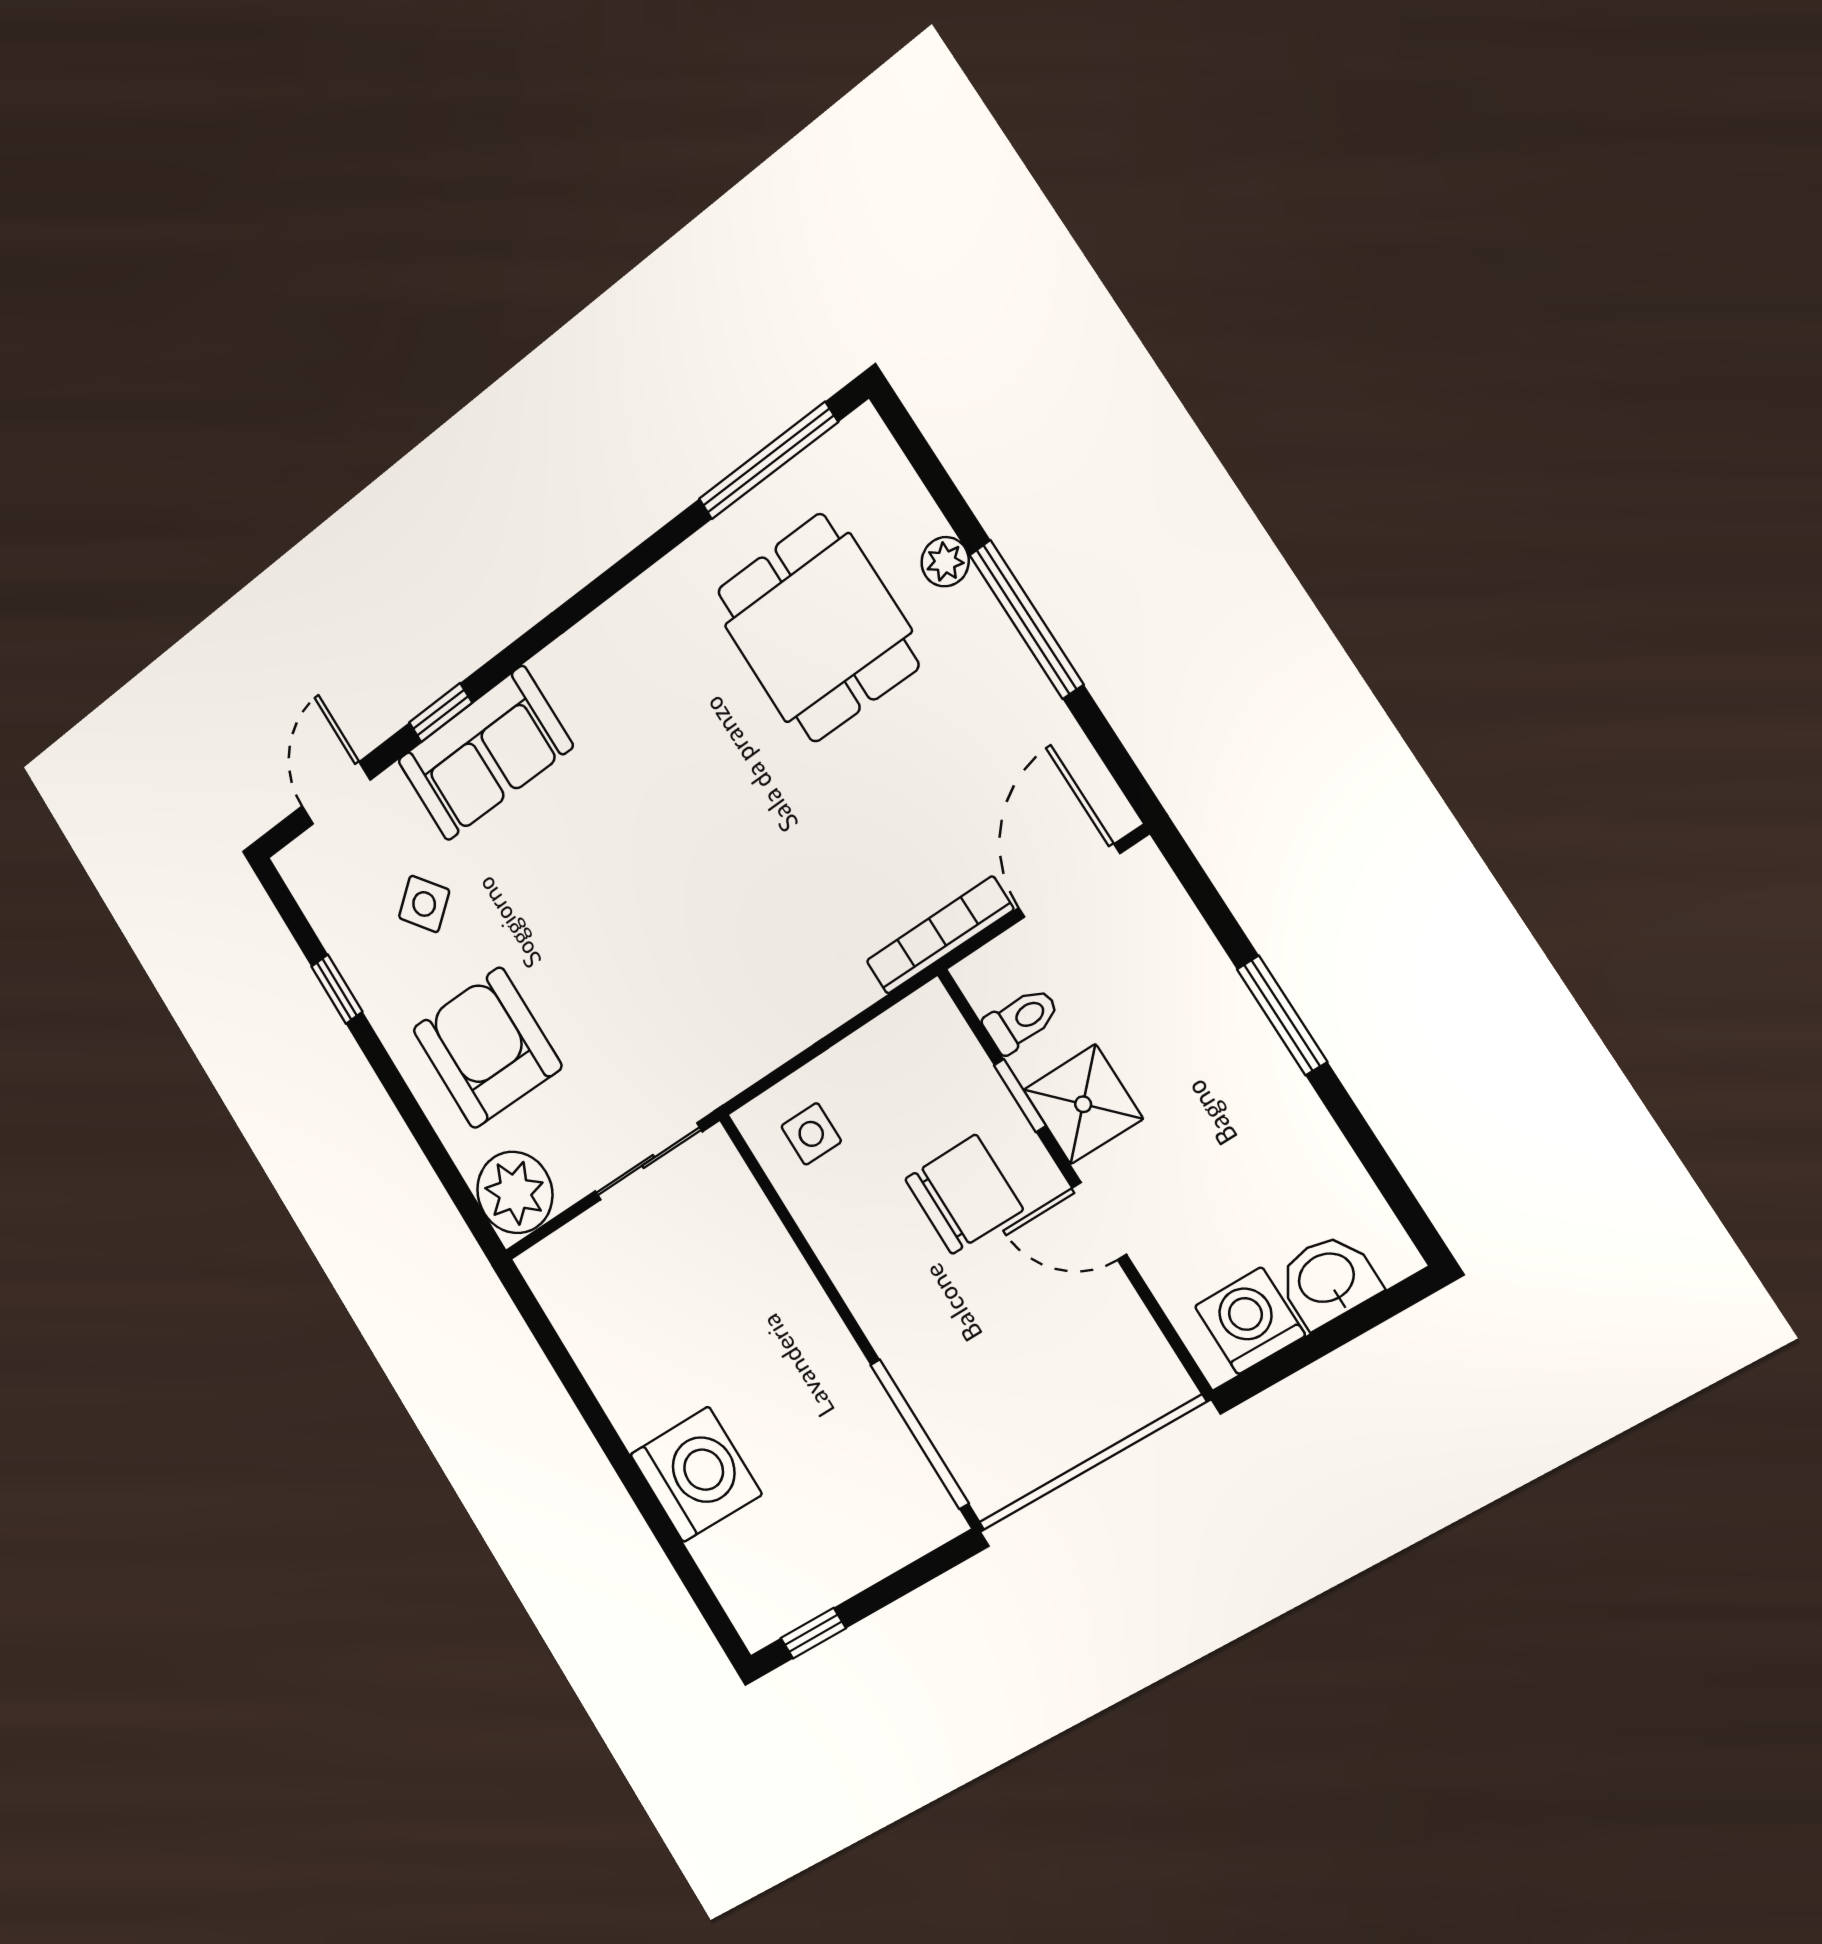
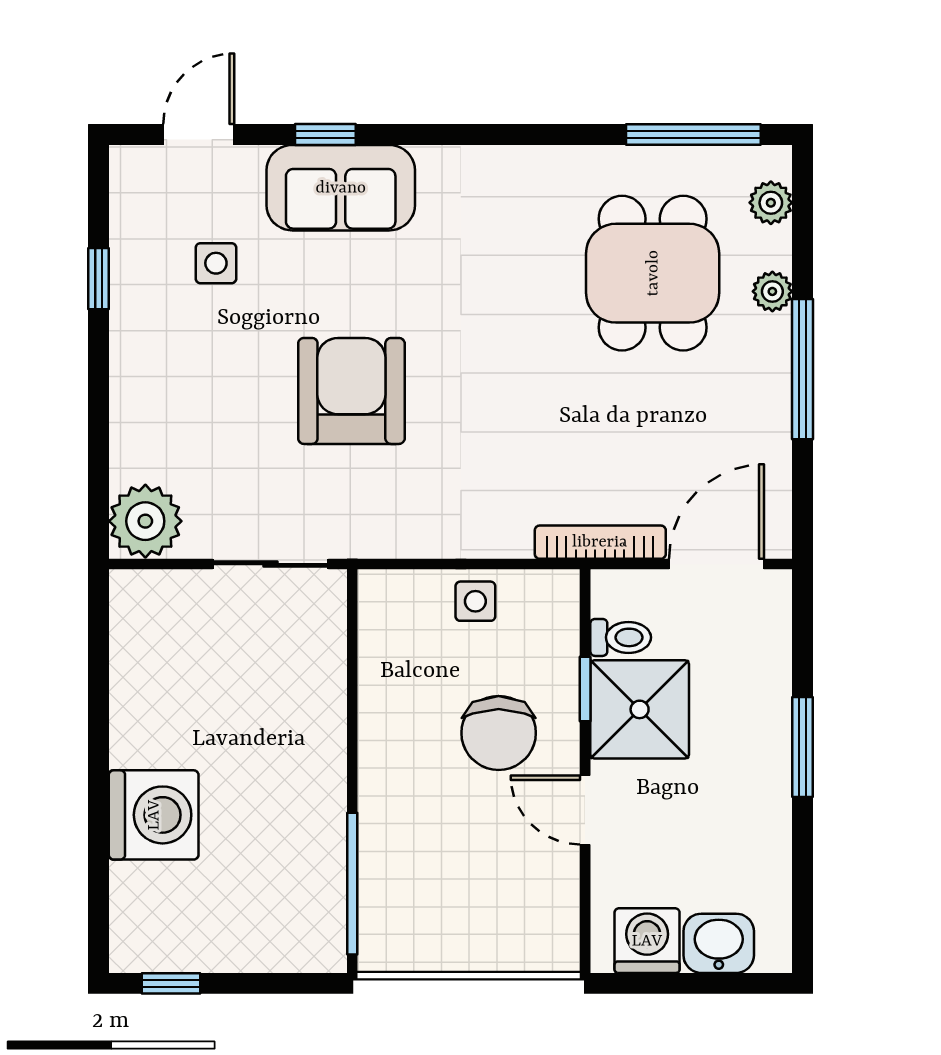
plant: (886, 473) -> (771, 203), added
side table: (424, 904) -> (216, 263), turned 38
armchair: (487, 1048) -> (351, 391), moved
shower: (1083, 1104) -> (640, 709), width x1.36, depth x1.36
side table: (811, 1134) -> (475, 601), moved
chair: (964, 1194) -> (499, 733), turned 90

